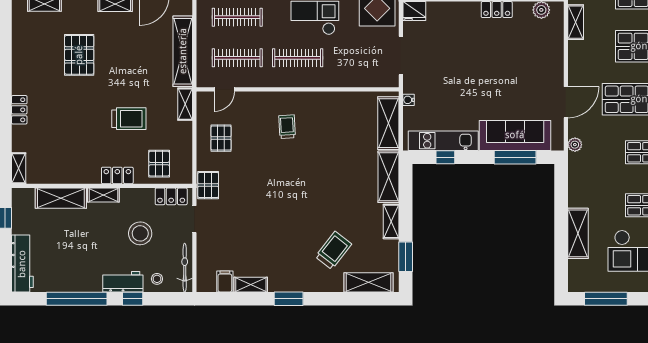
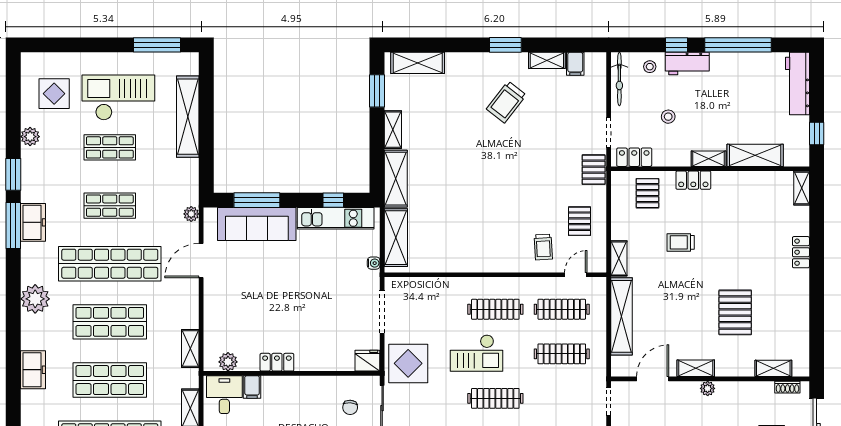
trolley: (129, 119) -> (681, 242), width x0.73, depth x0.72
trolley: (287, 127) -> (543, 247), moved
stool: (140, 233) -> (668, 117), width x0.53, depth x0.53
shelving: (578, 233) -> (188, 117), width x1.47
trolley: (333, 250) -> (506, 102), moved

